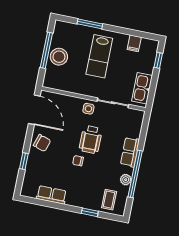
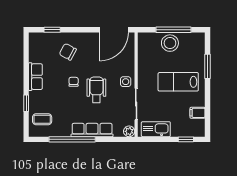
wheelchair: (91, 139) -> (96, 90), turned 90
chair: (42, 143) -> (68, 52), moved, turned 100
row of seats: (130, 152) -> (92, 130), width x1.48
window: (24, 161) -> (52, 30), moved
plant: (126, 180) -> (129, 131), moved
row of seats: (52, 195) -> (35, 77), moved

